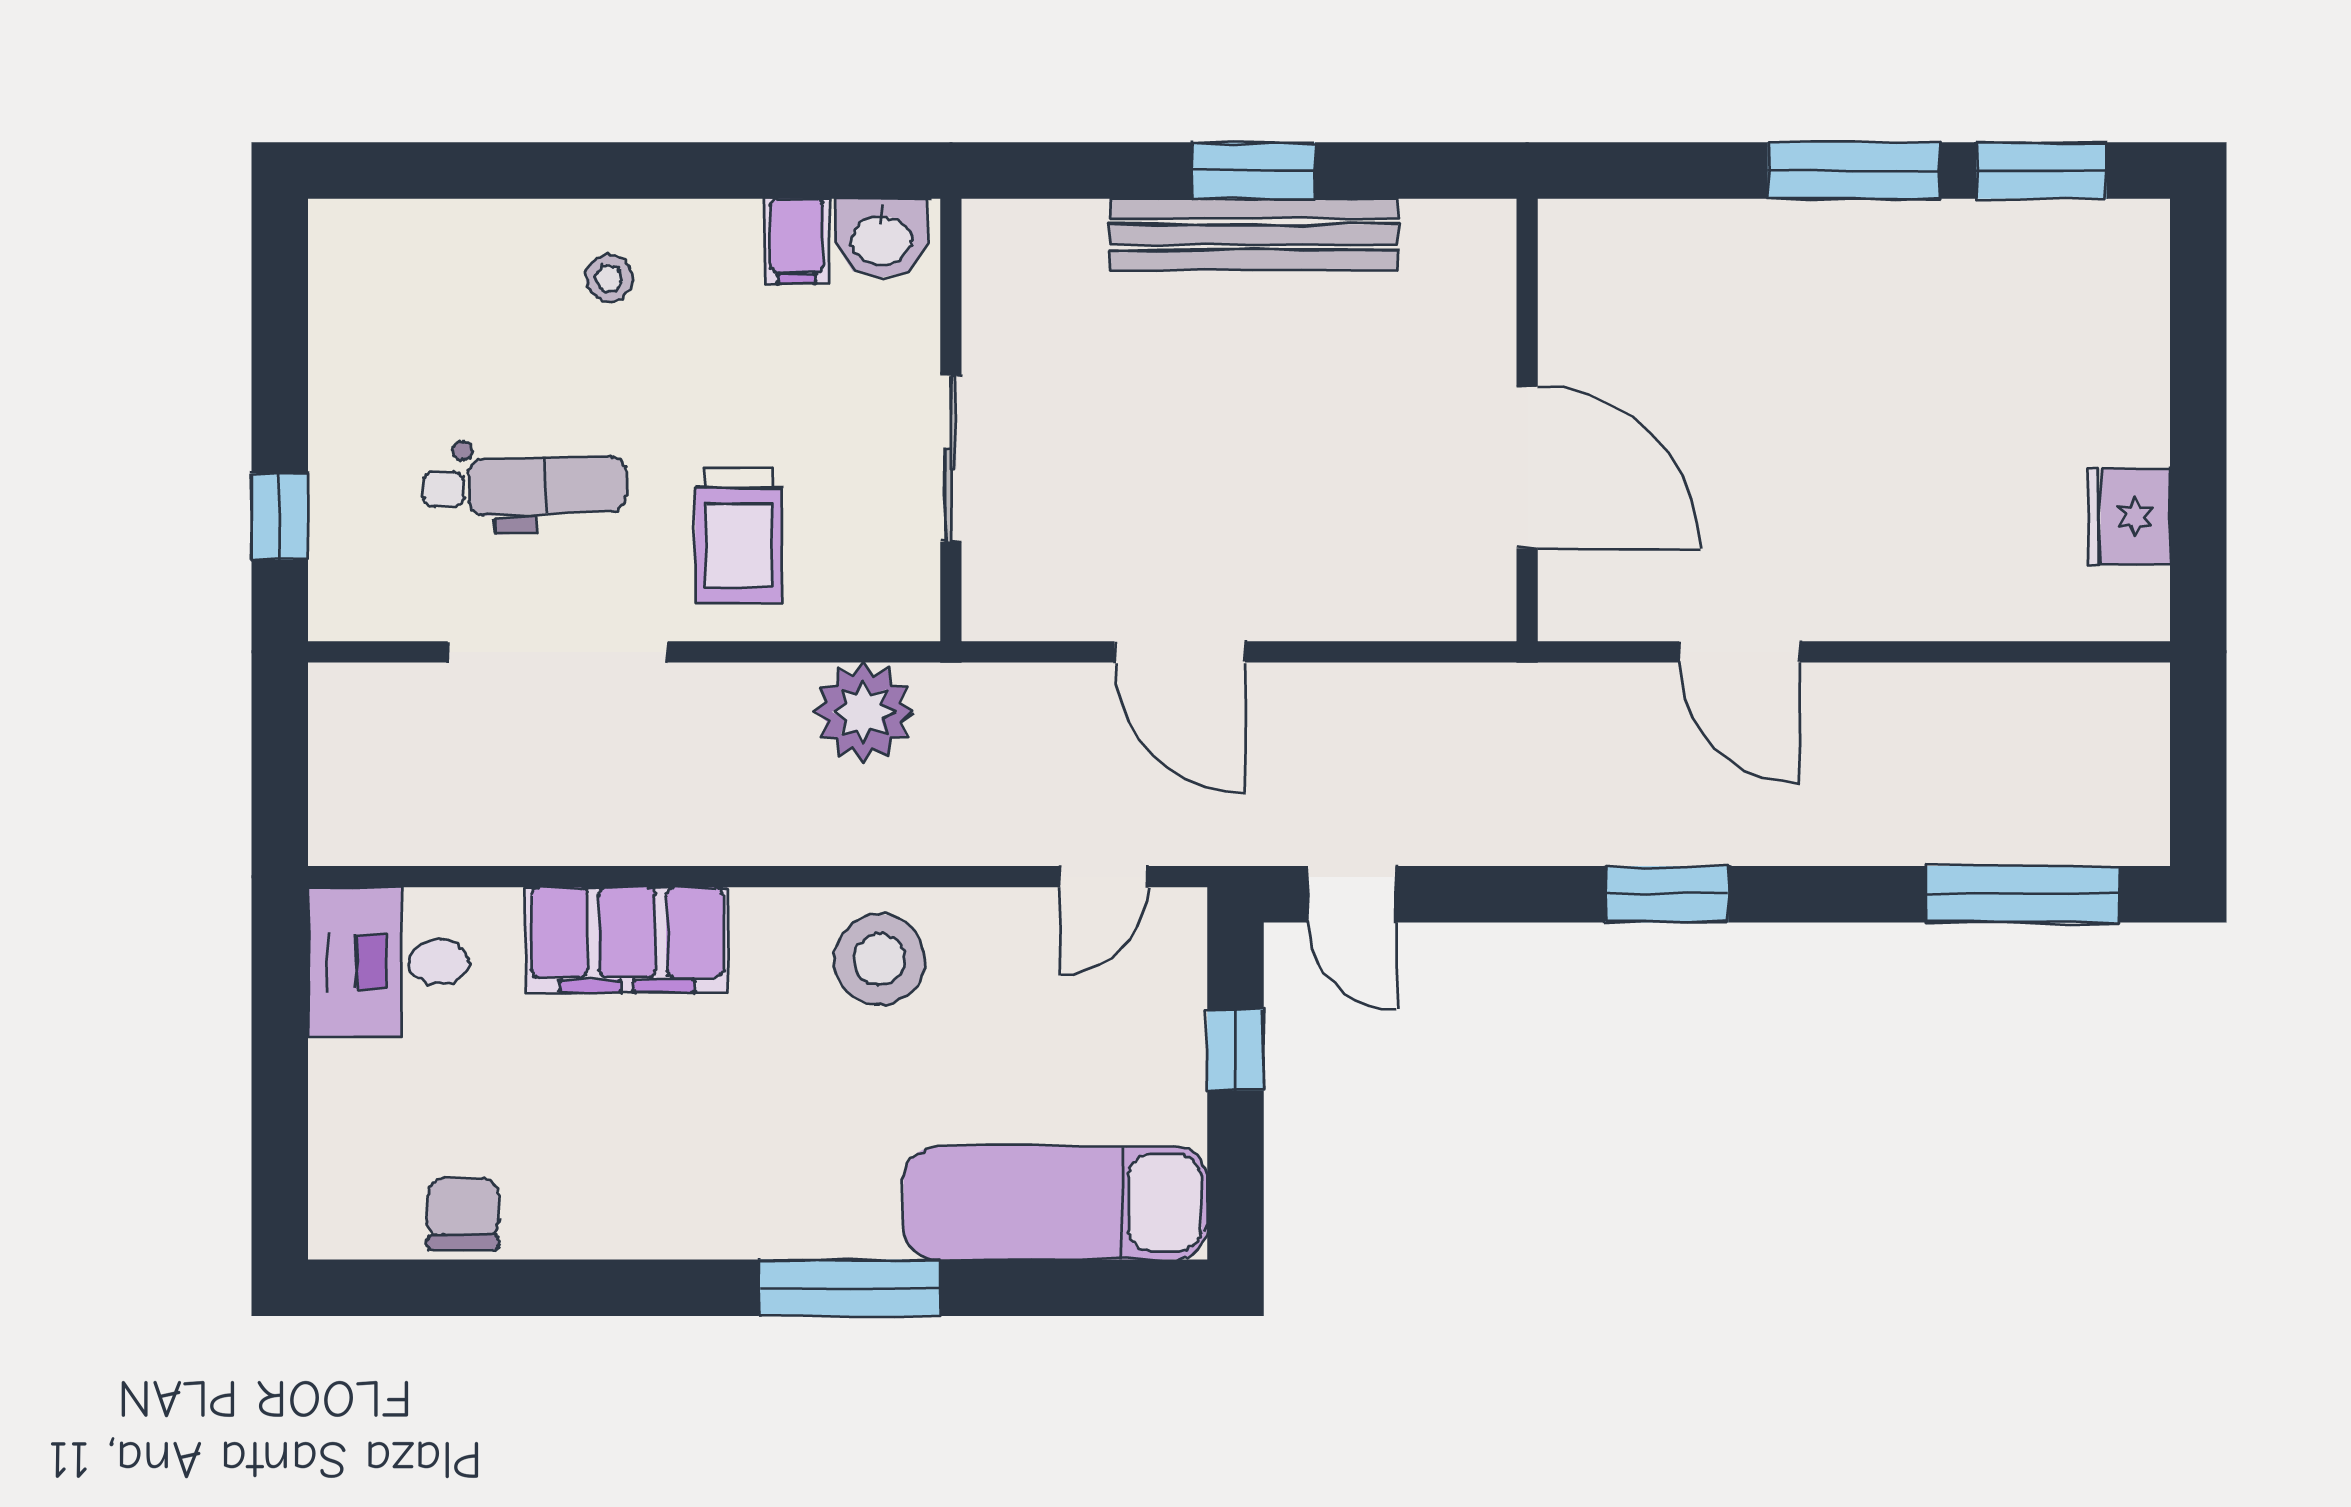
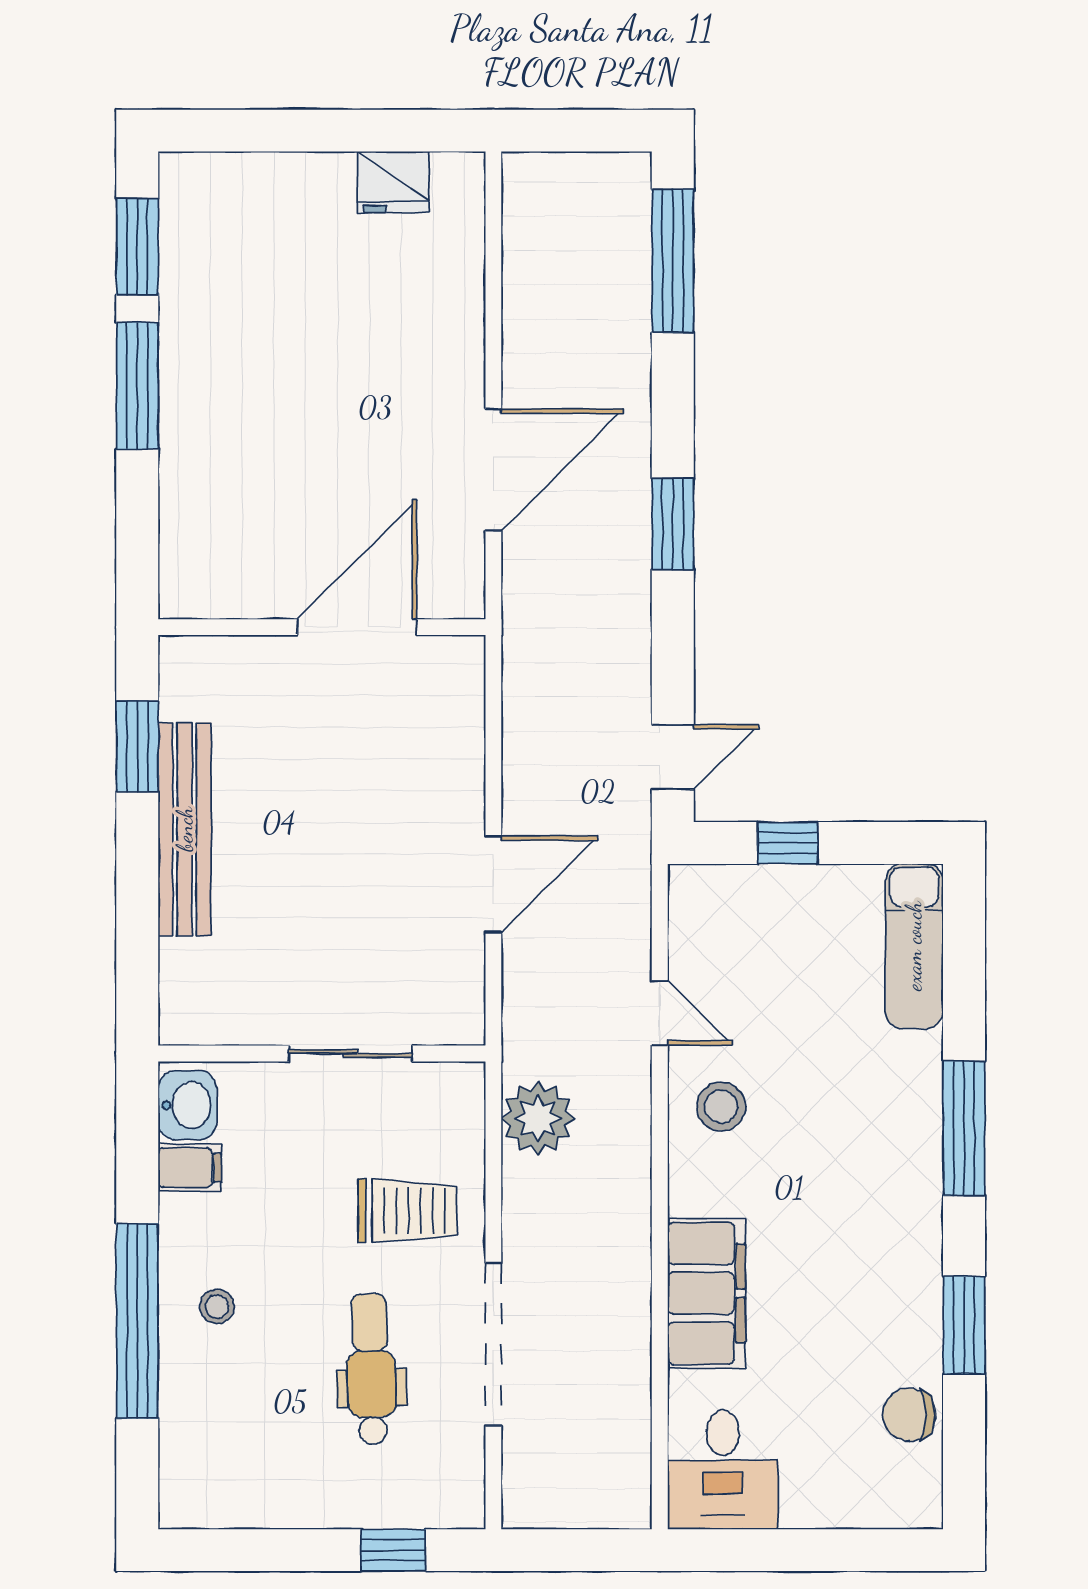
window: (589, 170) -> (137, 1321), added
window: (1254, 170) -> (137, 746), moved
door: (1740, 652) -> (493, 470), width x1.36
door: (1103, 877) -> (660, 1013), moved
stool: (879, 960) -> (721, 1106), width x0.73, depth x0.73
exam couch: (1056, 1203) -> (914, 946), width x0.73, depth x0.69
window: (584, 1288) -> (964, 1325), added

